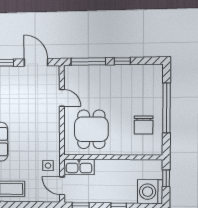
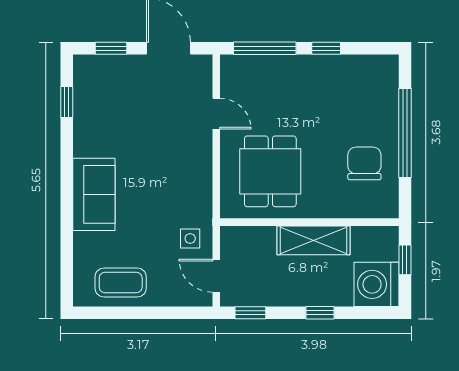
chair: (144, 125) -> (364, 163), turned 180
kitchen sink: (79, 167) -> (248, 240), removed
shelving: (115, 167) -> (313, 240), added

